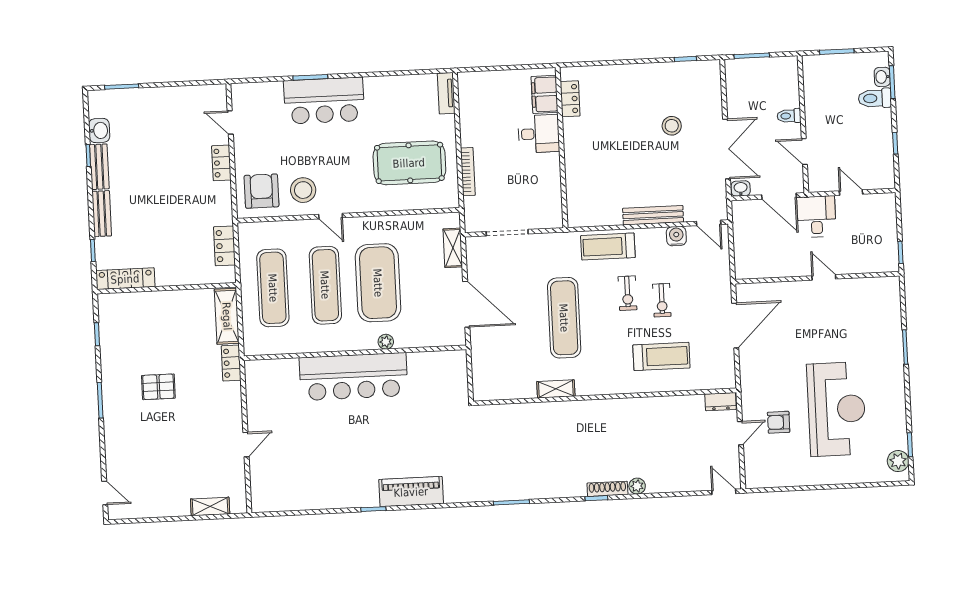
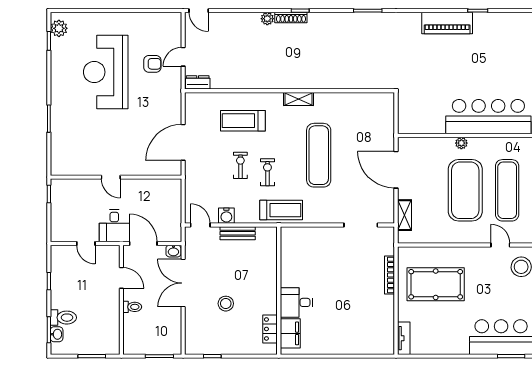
filing cabinet: (545, 94) -> (290, 333), moved
locker: (570, 99) -> (270, 329), moved
desk: (539, 134) -> (296, 302), moved
wall: (561, 148) -> (279, 291), moved
bench: (653, 215) -> (238, 233), width x0.73
shelving: (556, 389) -> (298, 99), moved

